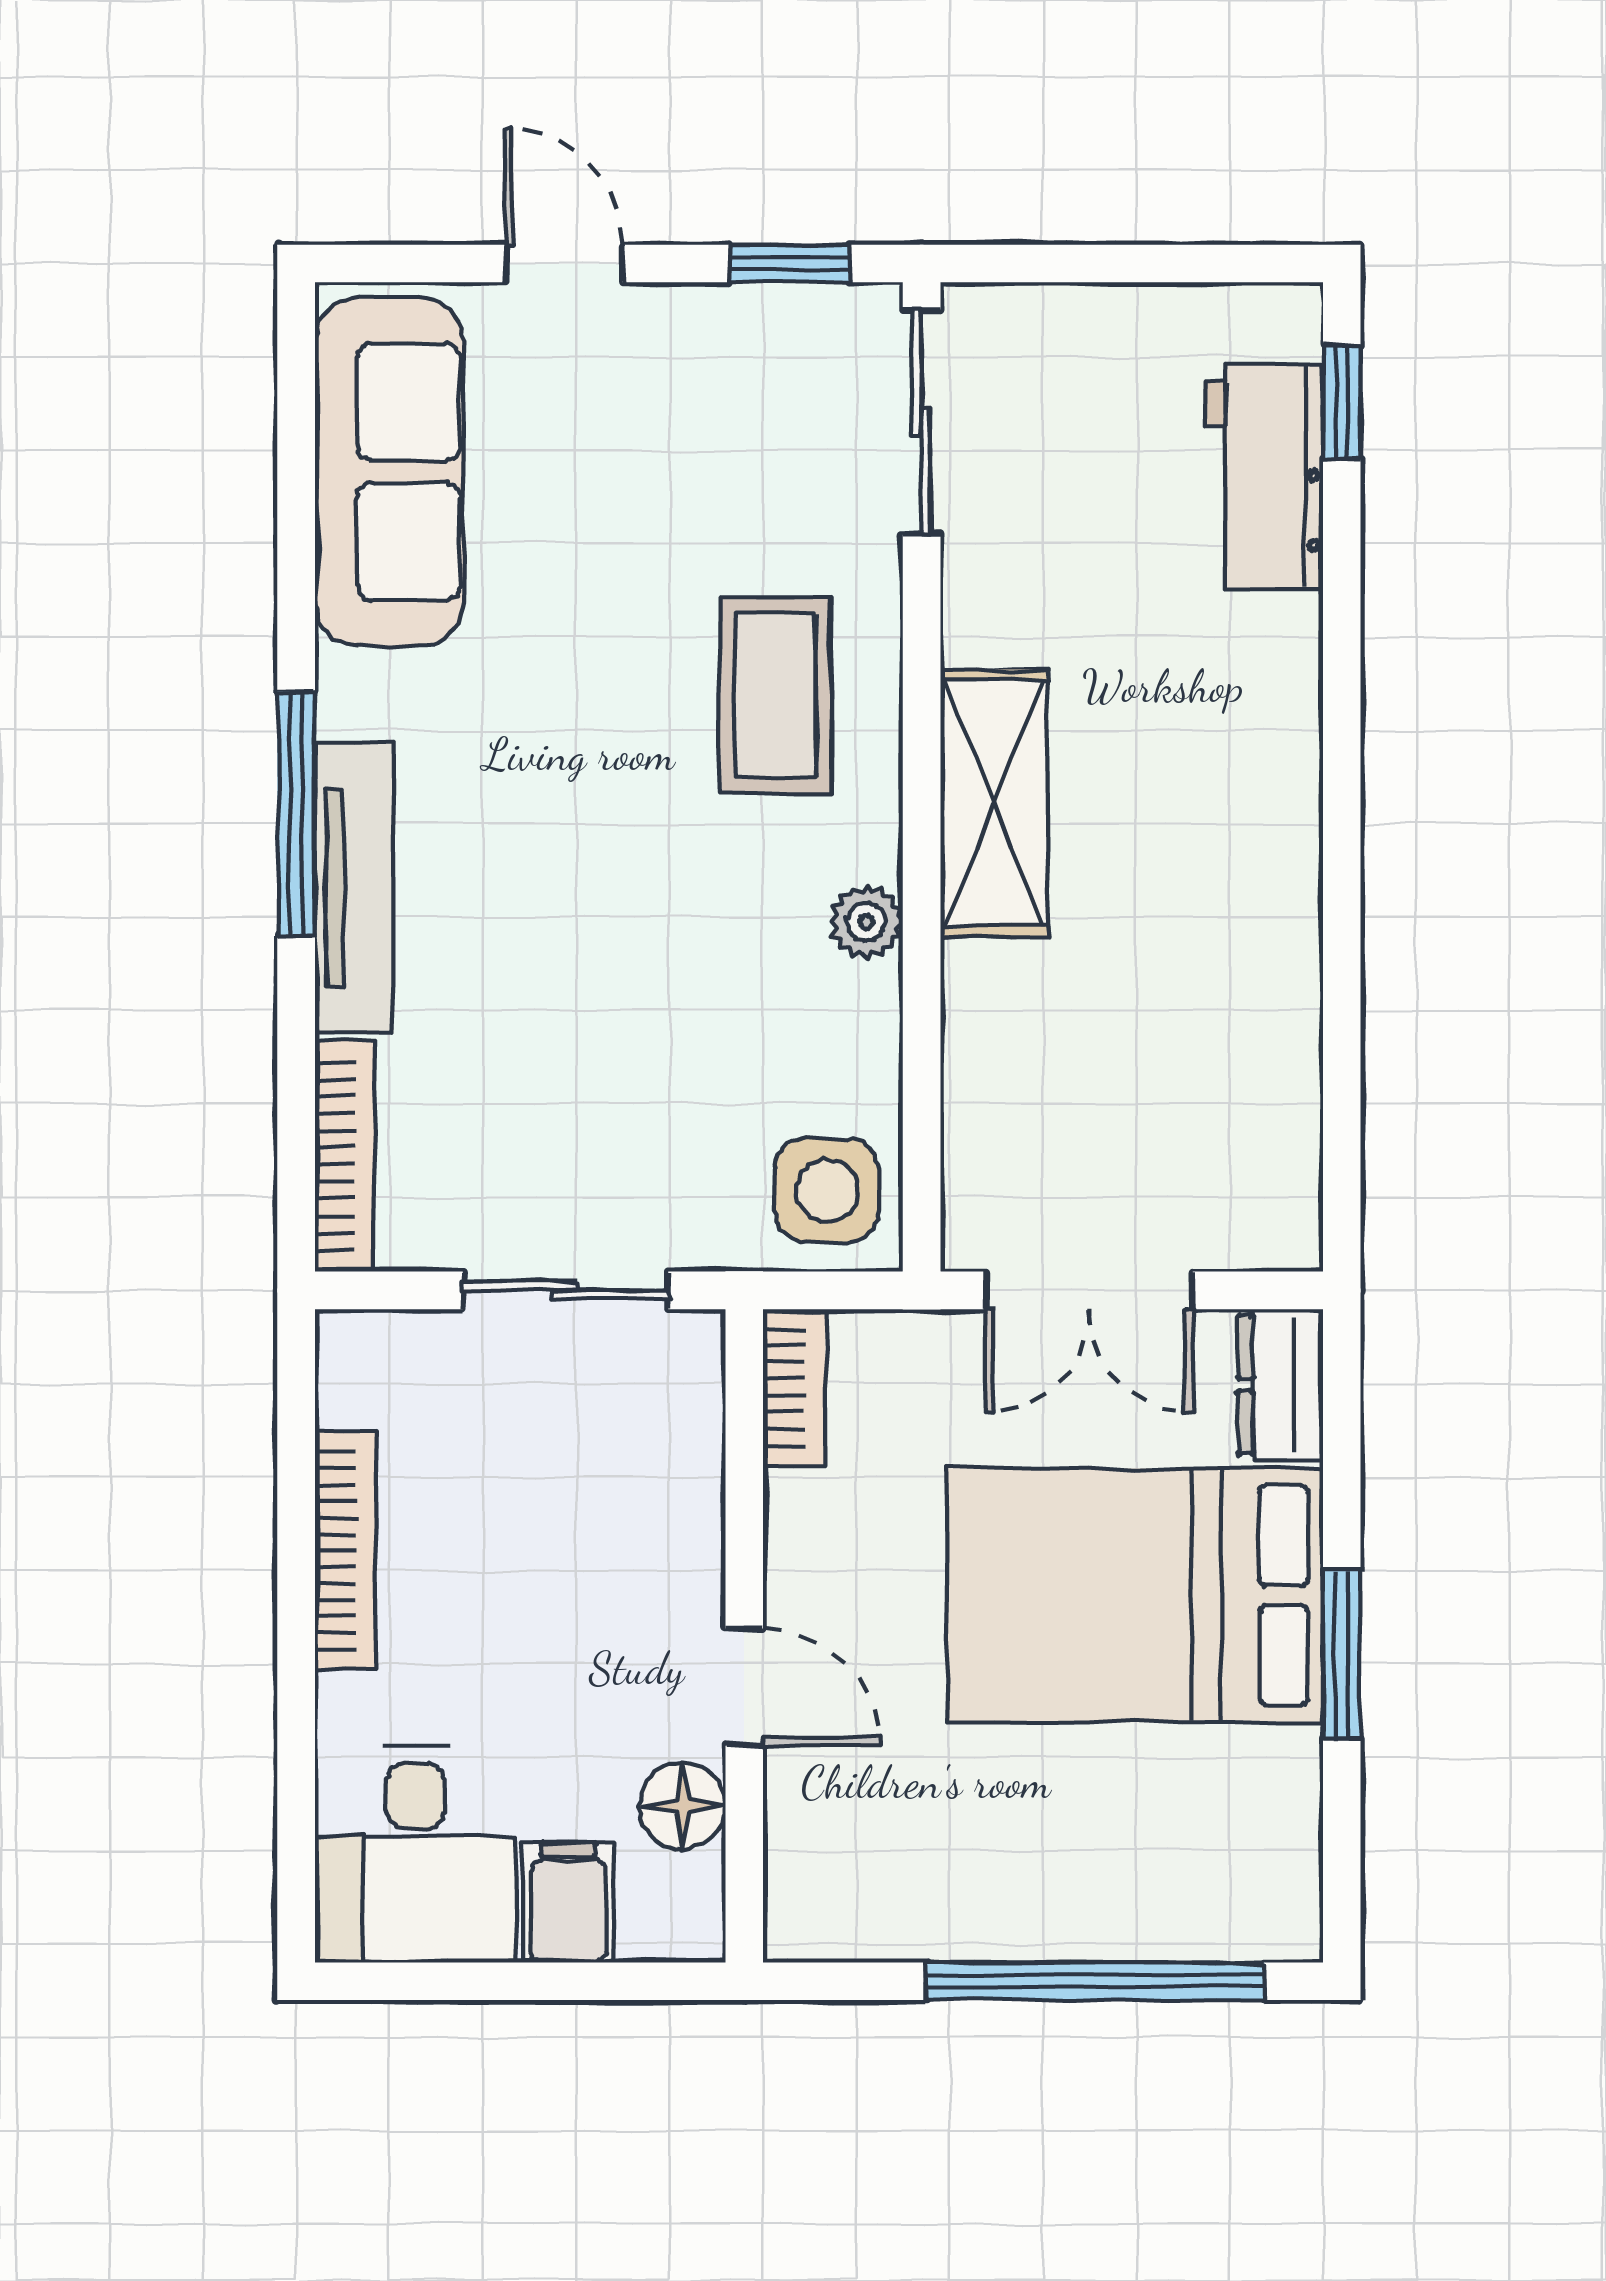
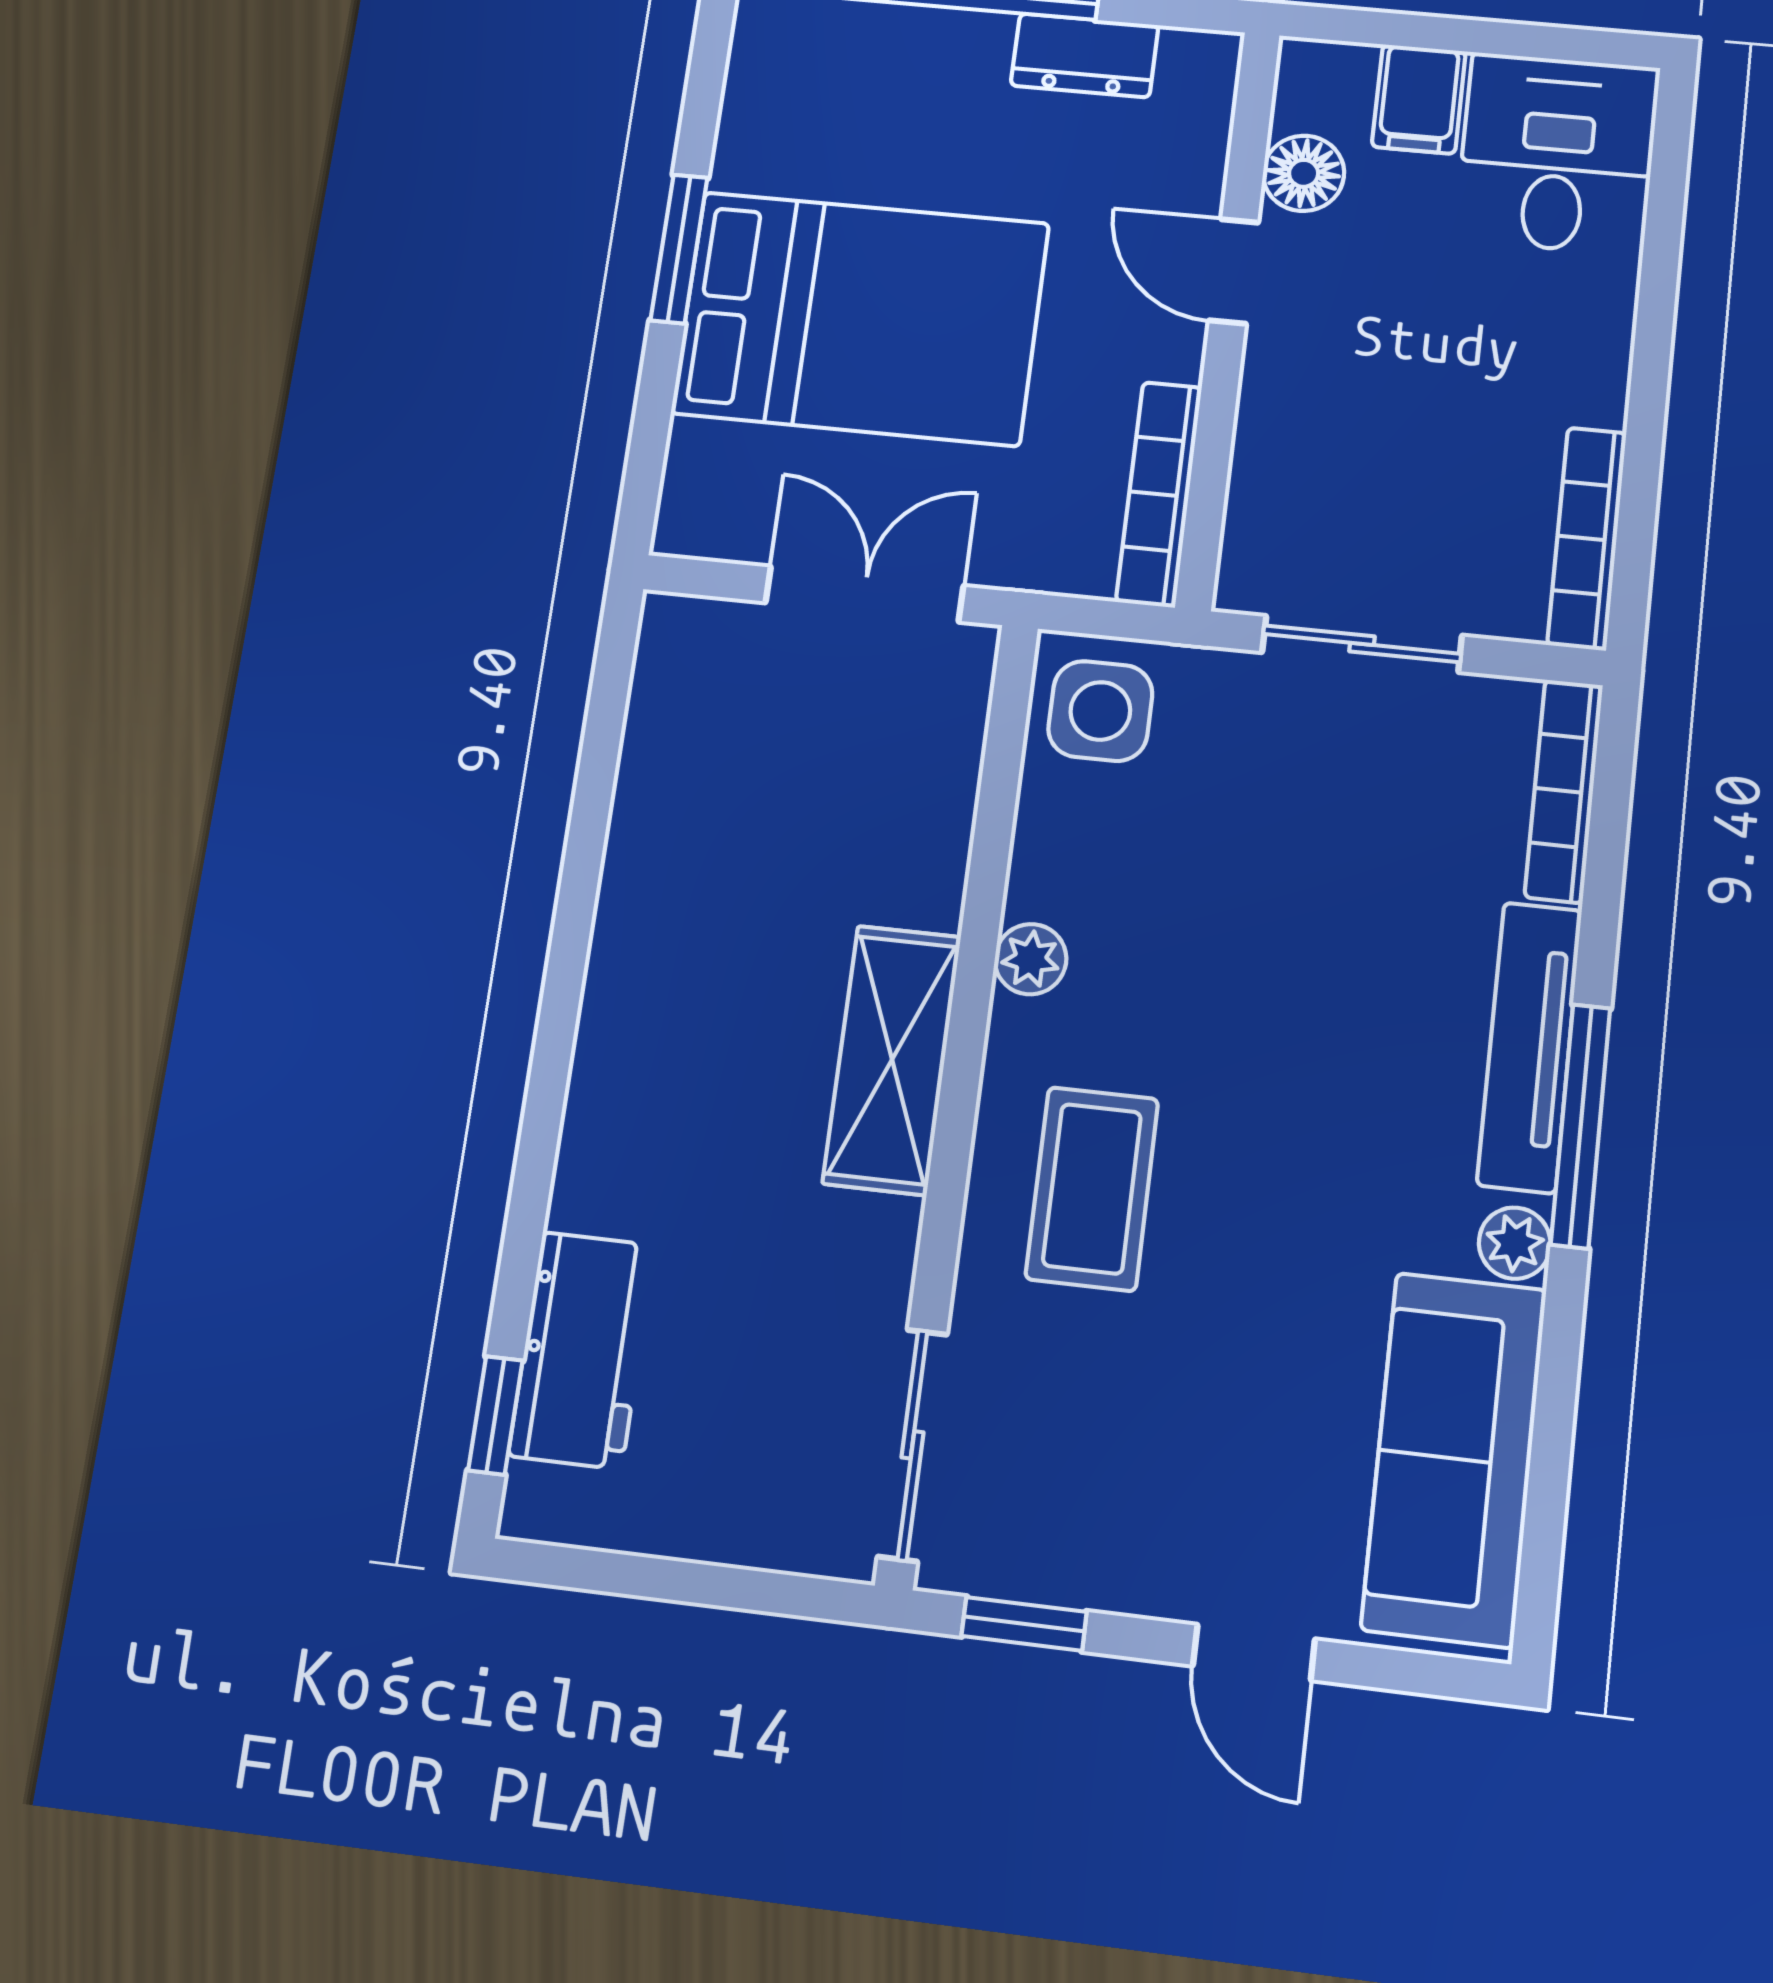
plant: (350, 689) -> (1515, 1243), added
dresser: (1280, 1385) -> (1085, 55), moved, turned 90
bookcase: (794, 1387) -> (1159, 494), width x1.56
bookcase: (345, 1550) -> (1587, 538), moved

